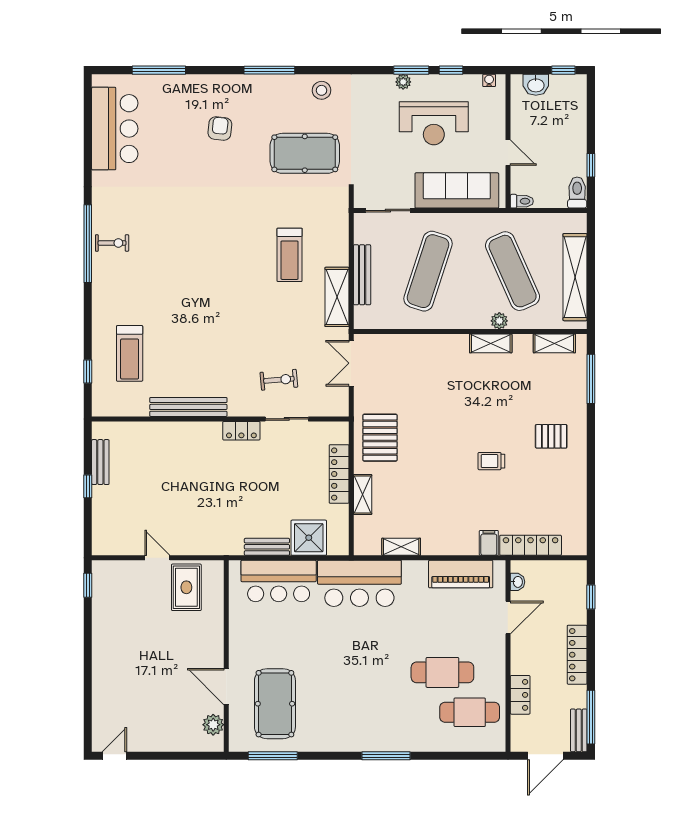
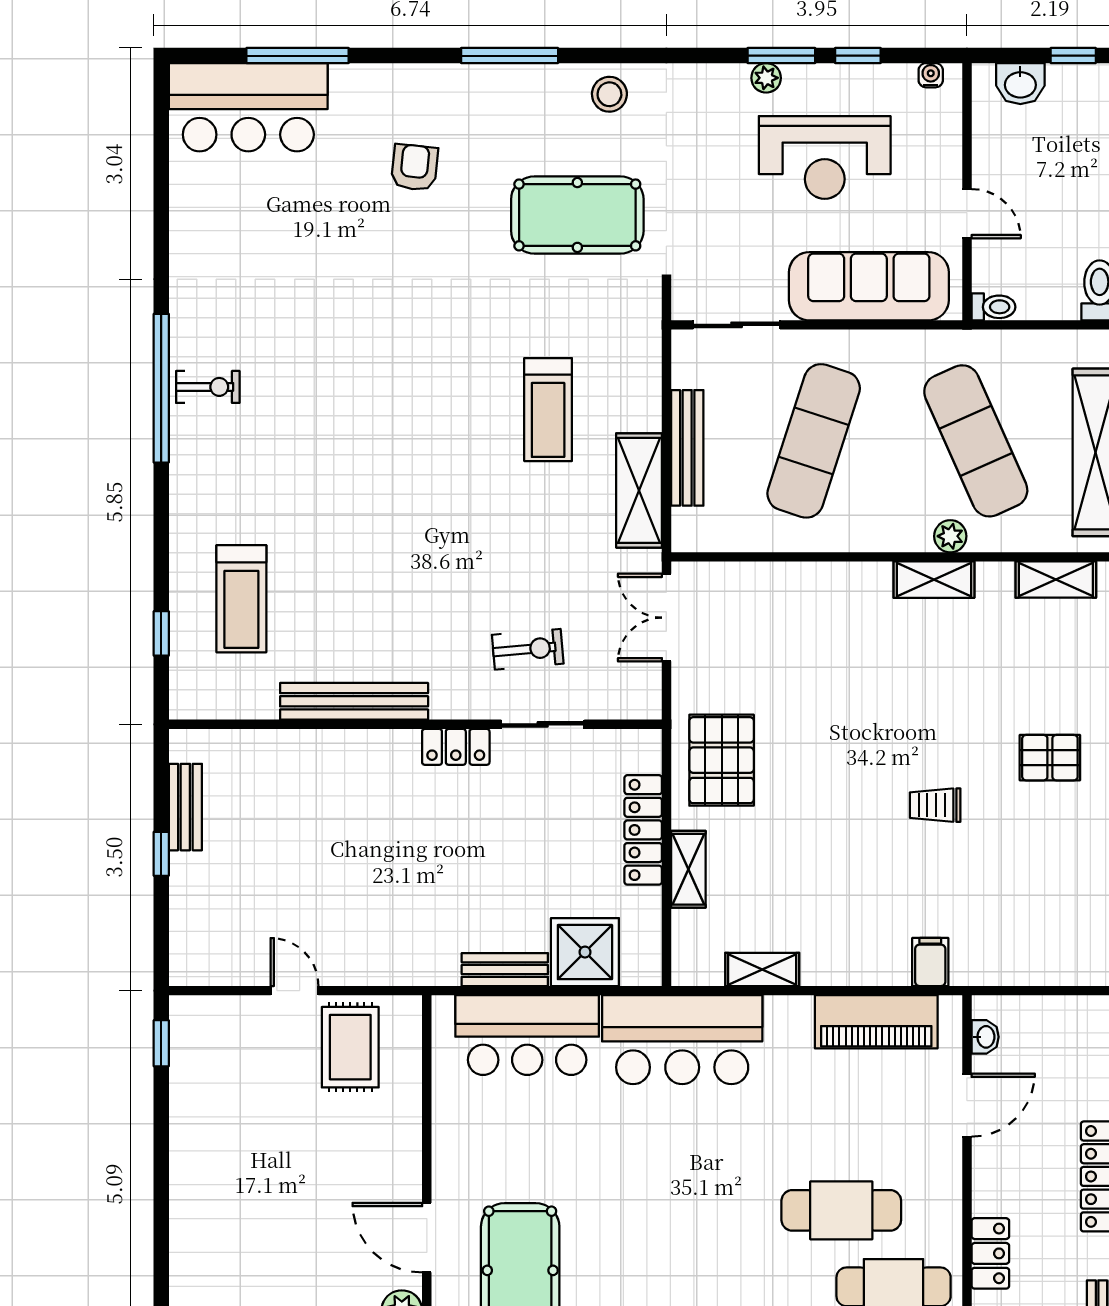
bar counter: (115, 129) -> (248, 107), moved, turned 90
locker: (531, 545) -> (1010, 967), removed

